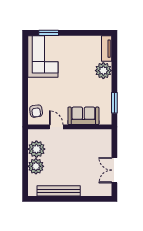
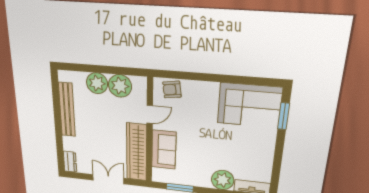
wardrobe: (88, 137) -> (137, 152), added
double door: (114, 170) -> (108, 179), moved
dresser: (103, 191) -> (70, 162), added

